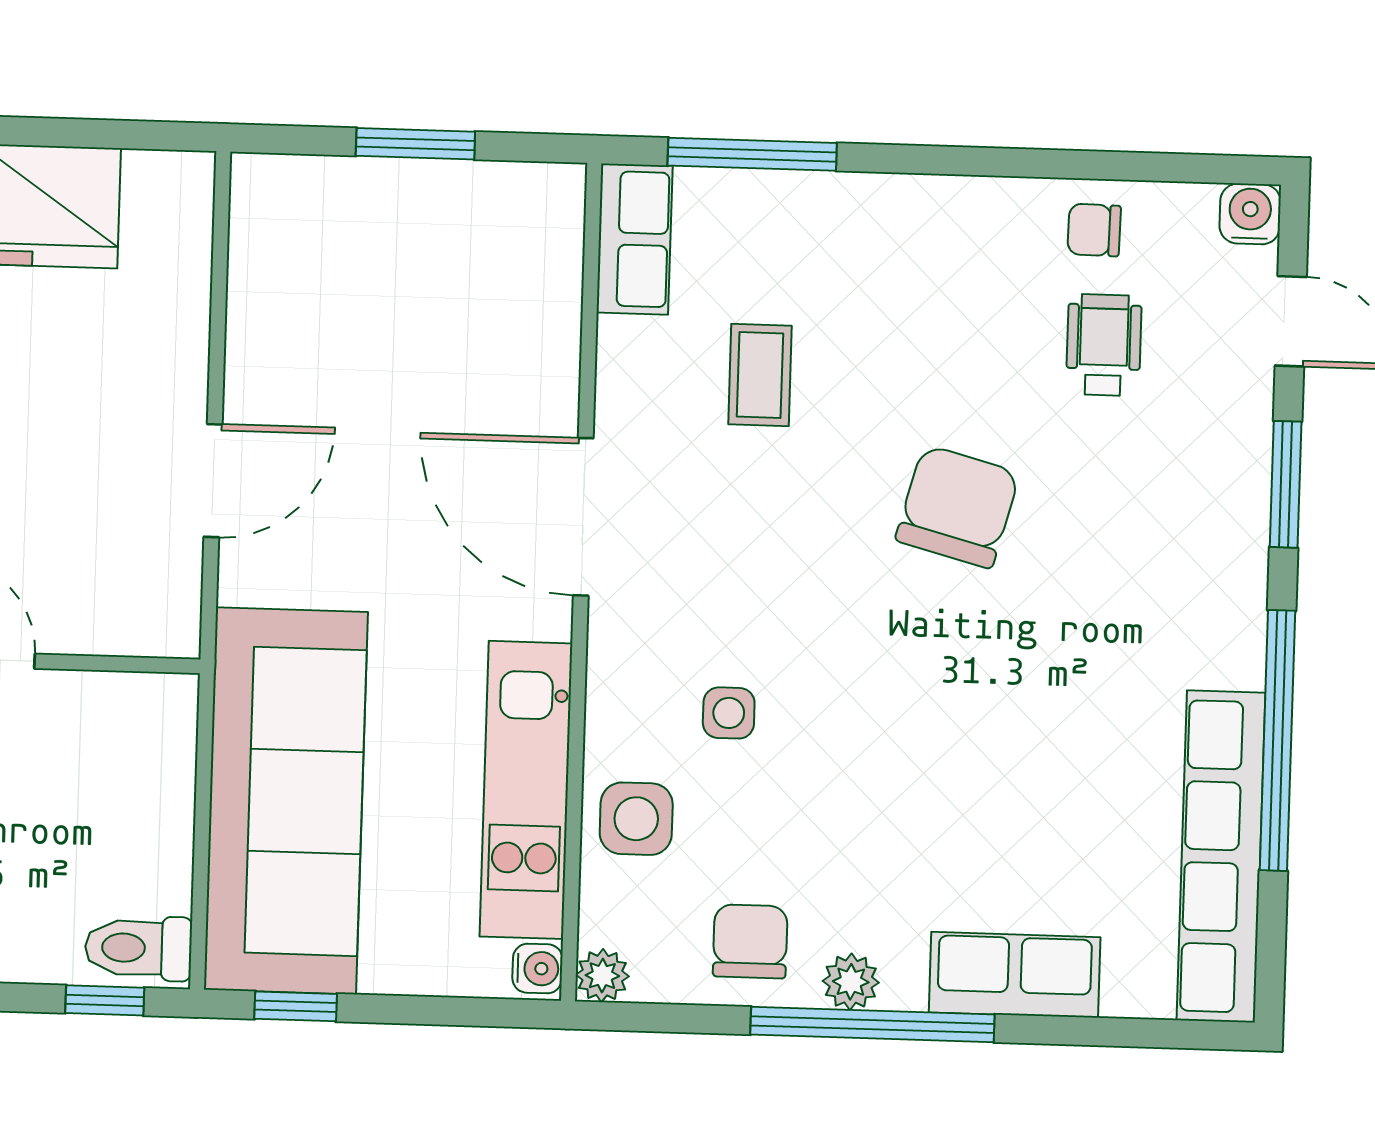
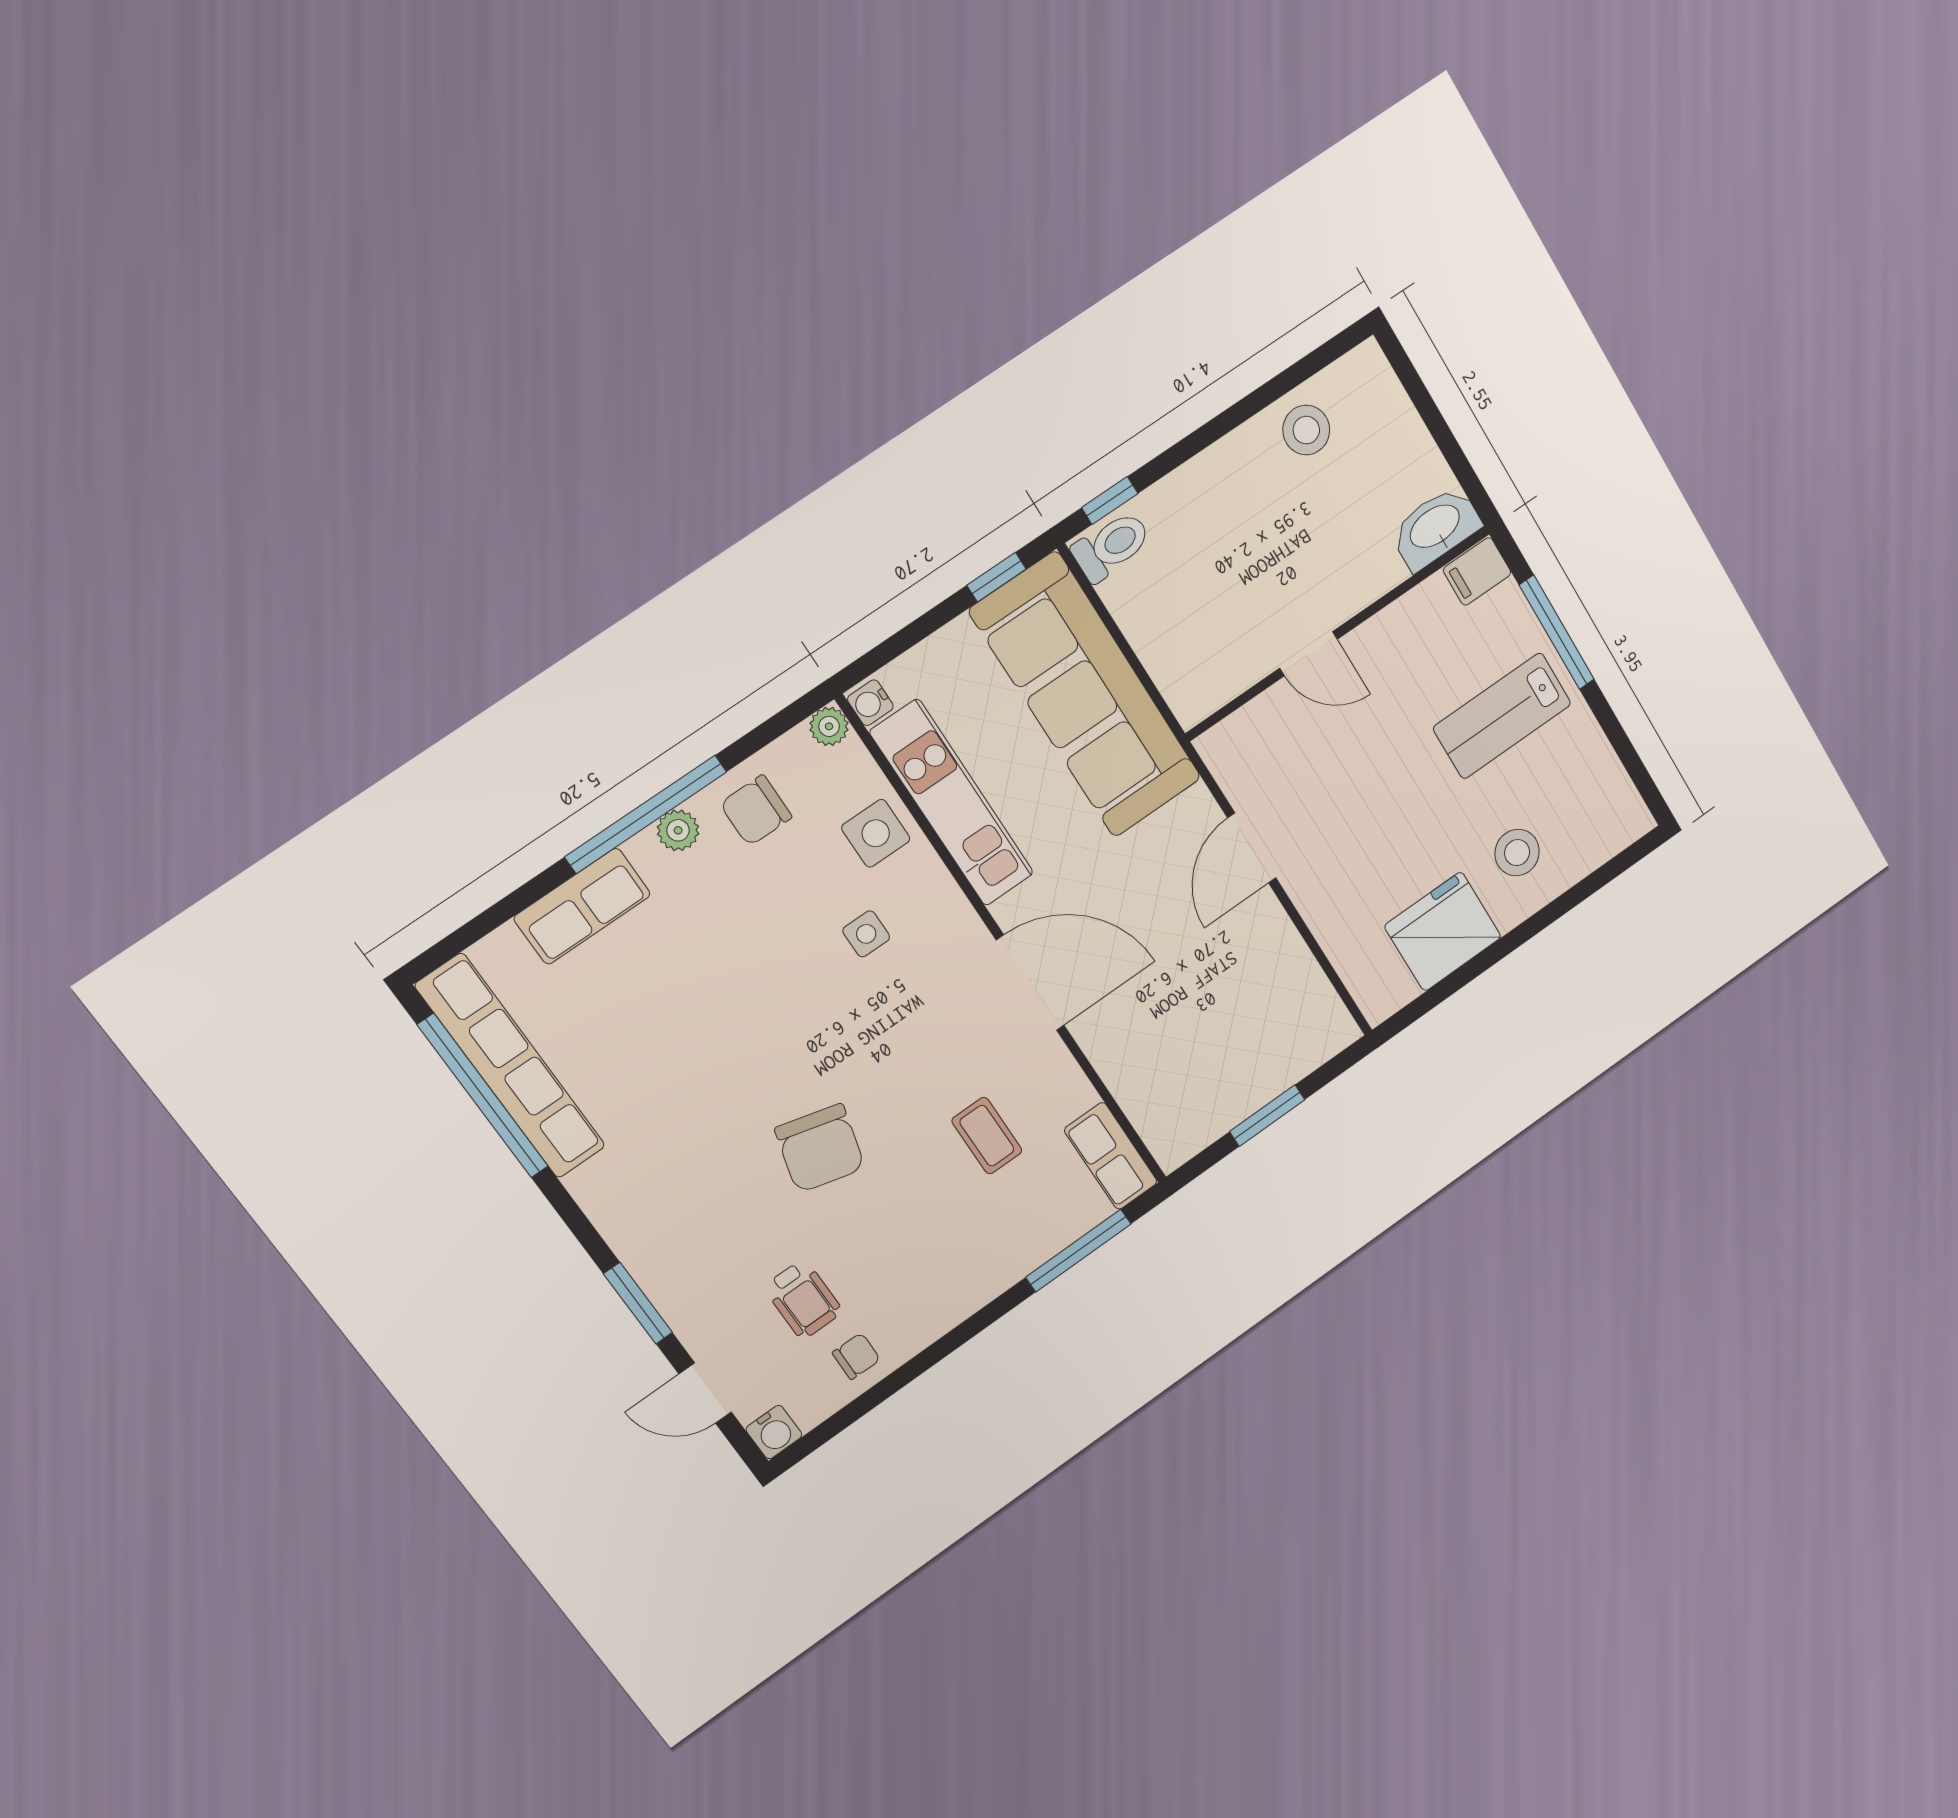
window: (1278, 740) -> (483, 1096), moved
chair: (750, 941) -> (756, 810), turned 90

